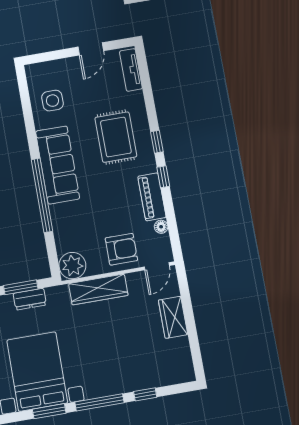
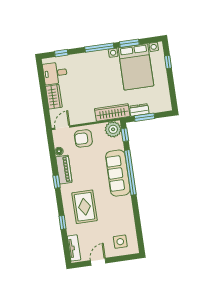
side table: (52, 101) -> (120, 242), moved
window: (157, 142) -> (63, 222), moved
sofa: (58, 165) -> (118, 173), moved
window: (53, 257) -> (125, 135), added
wardrobe: (98, 289) -> (112, 113), moved
desk: (172, 357) -> (55, 73), added
window: (145, 394) -> (61, 53), moved

